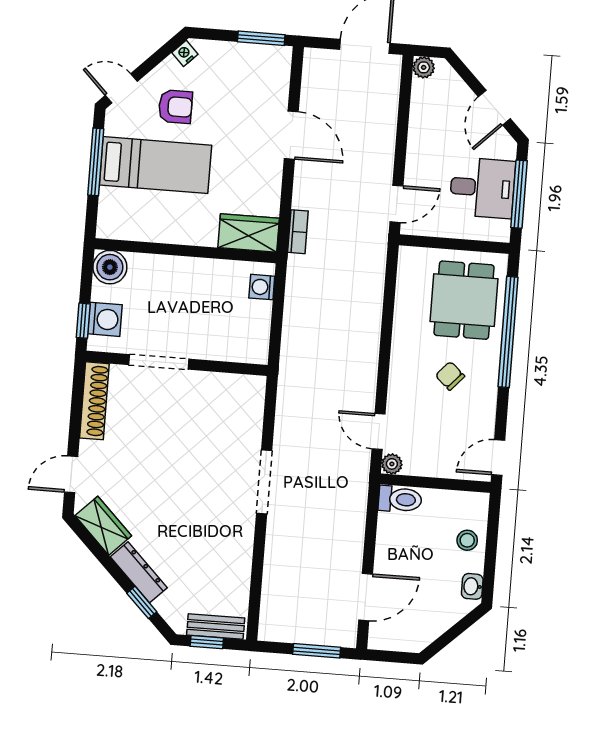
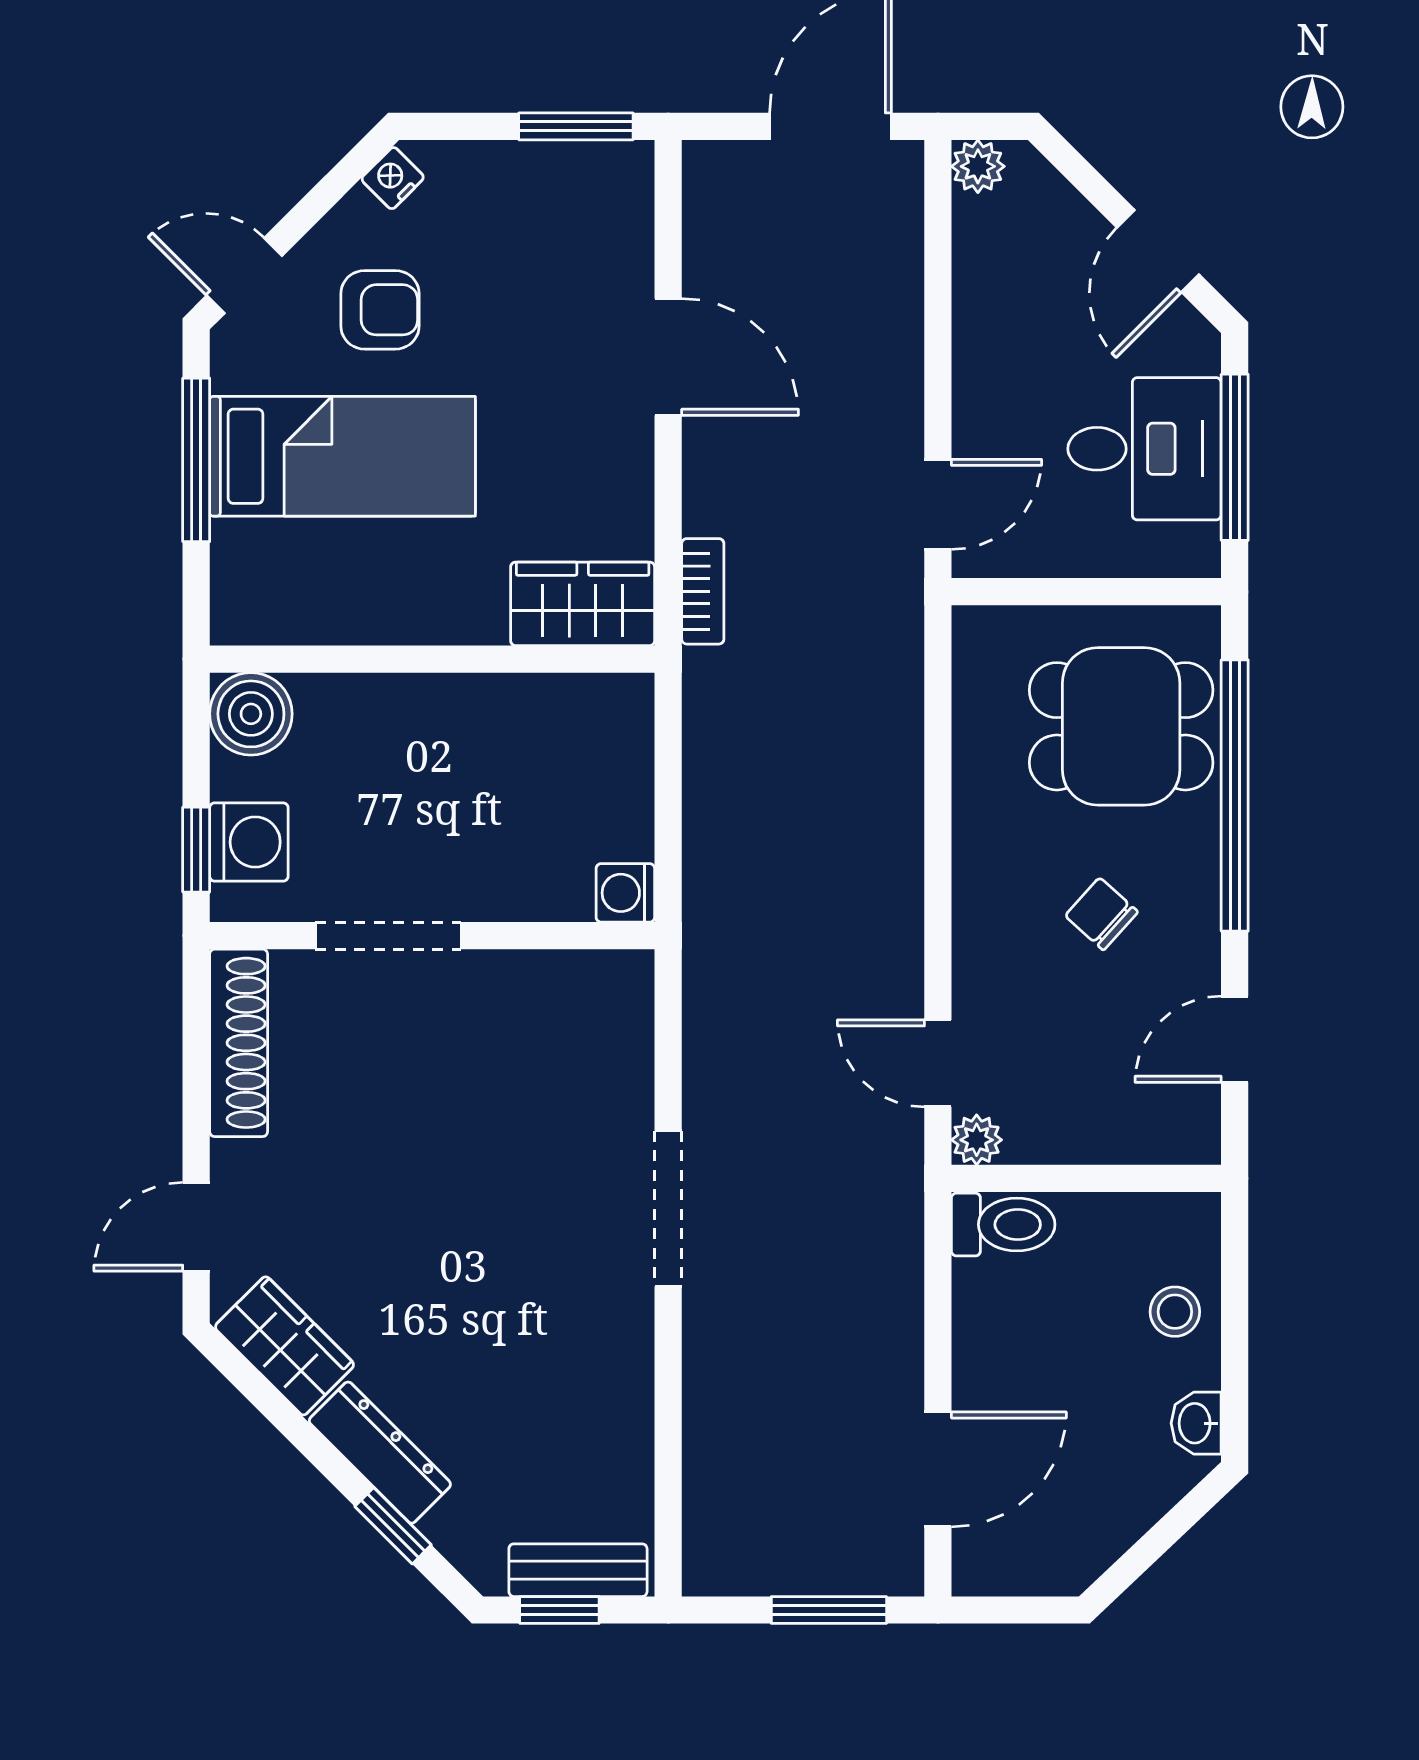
washing machine: (262, 287) -> (625, 893), moved
dining table: (464, 300) -> (1121, 726), turned 90
door: (498, 458) -> (1235, 1039), moved

